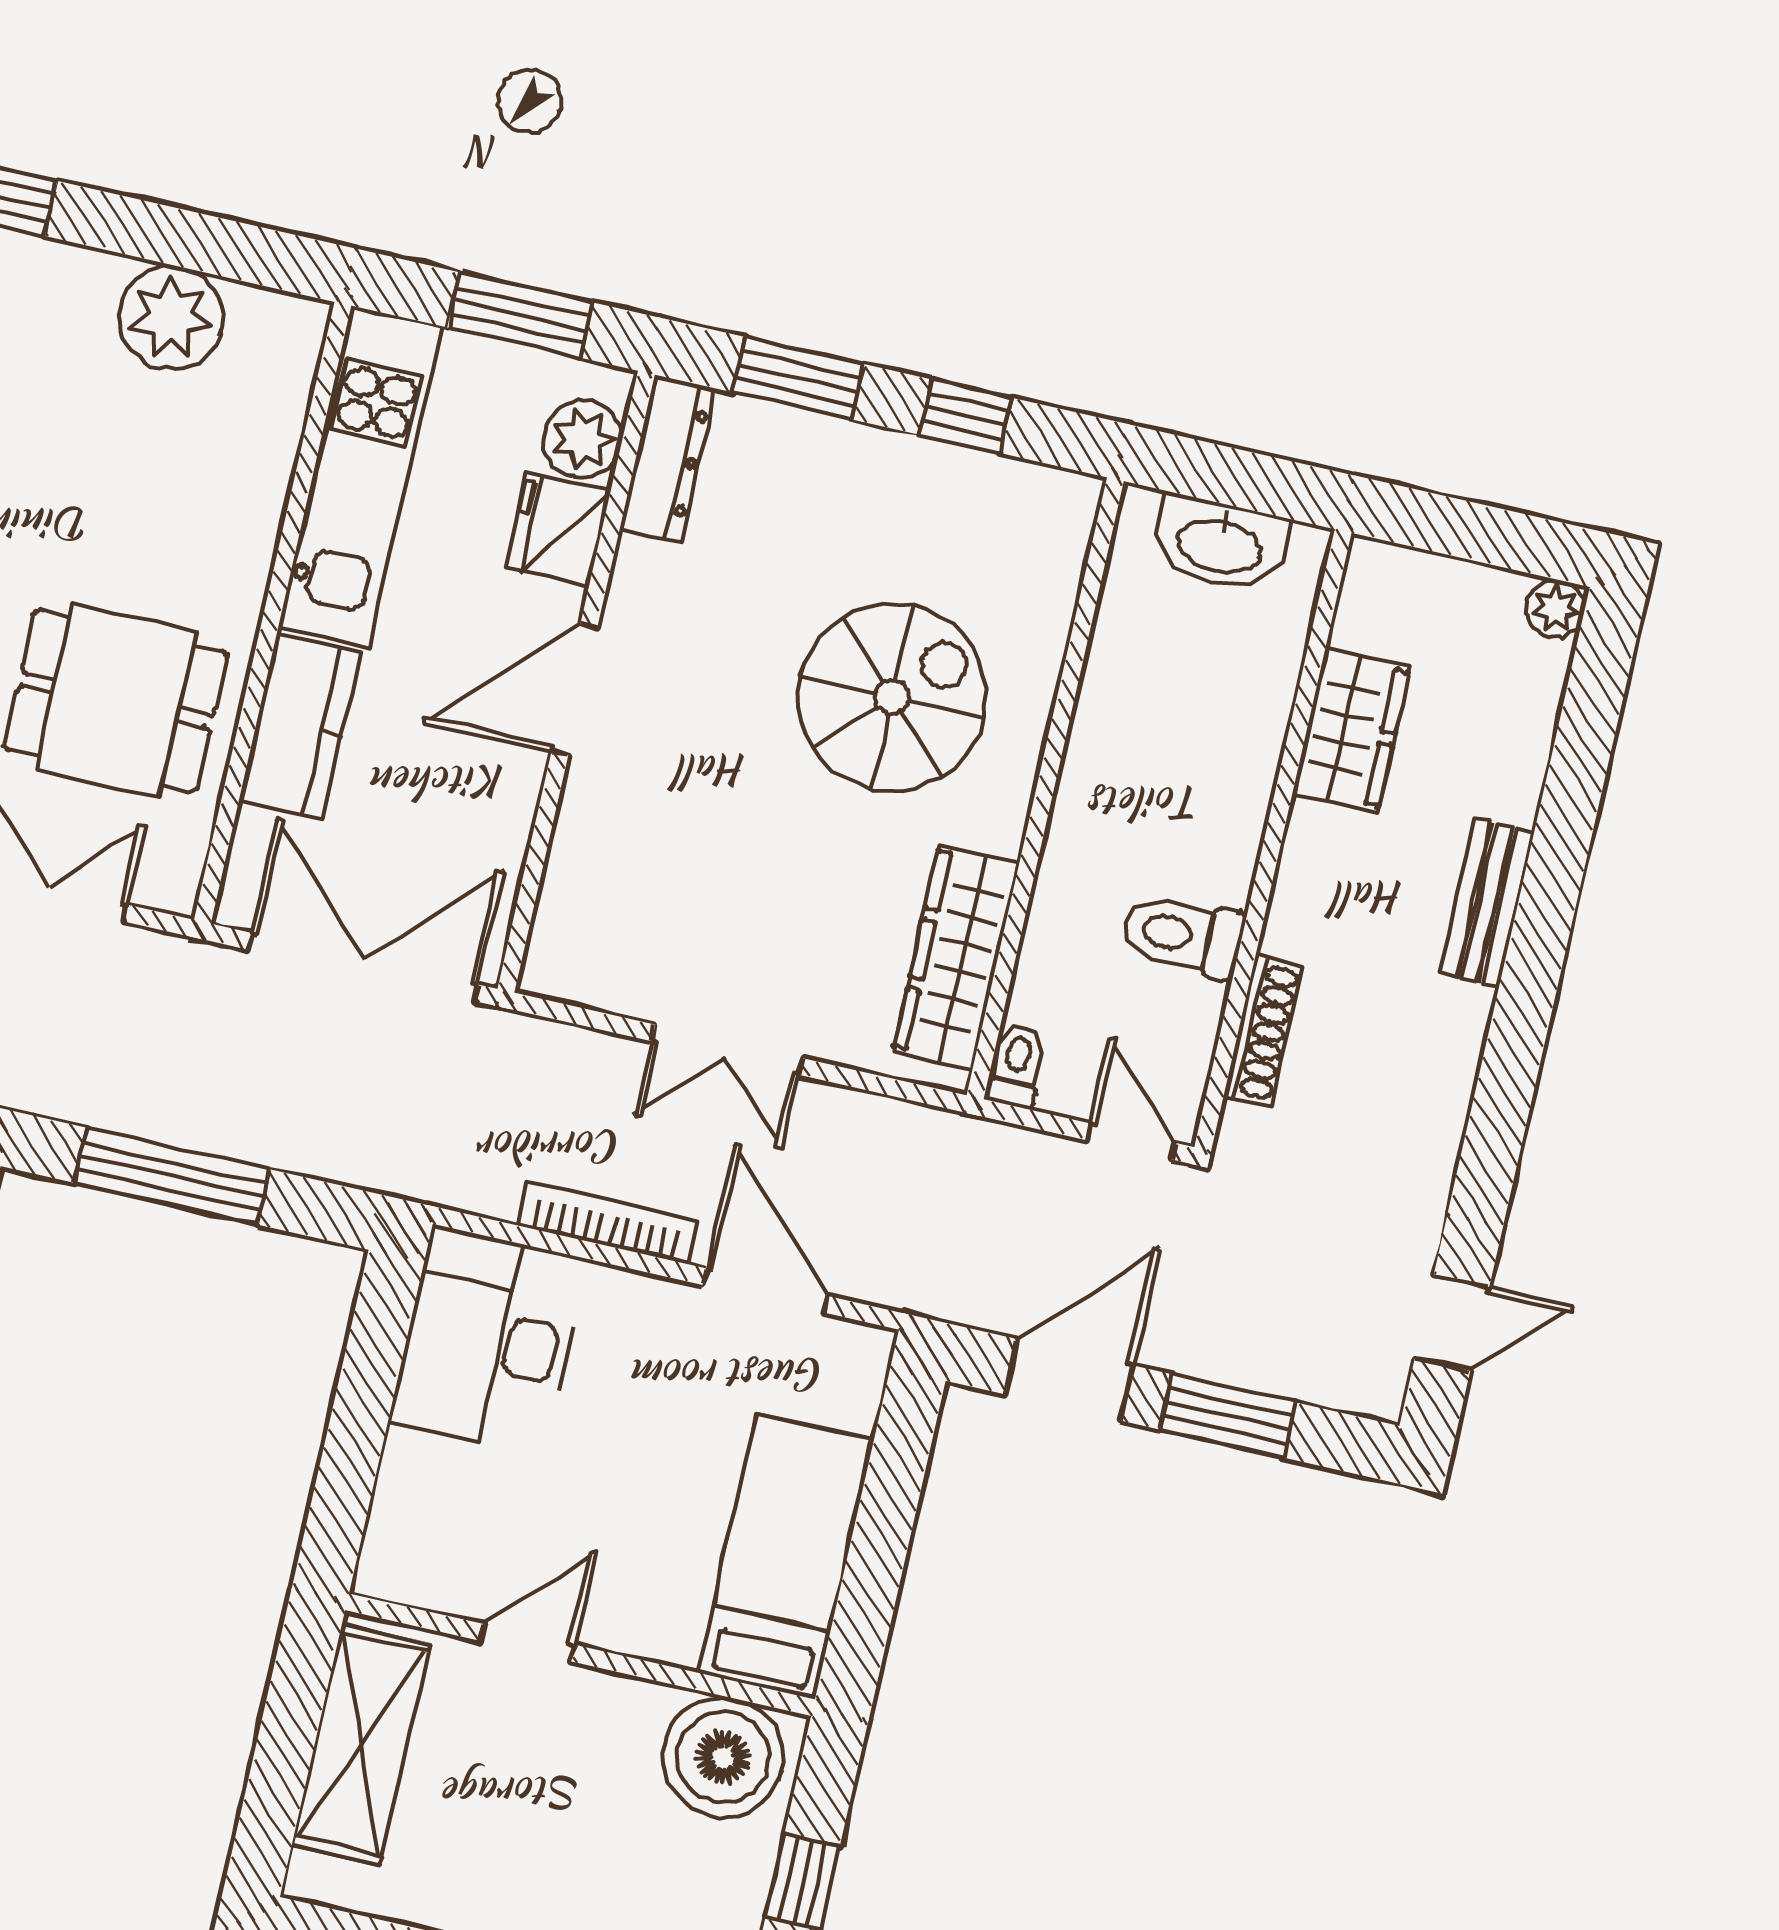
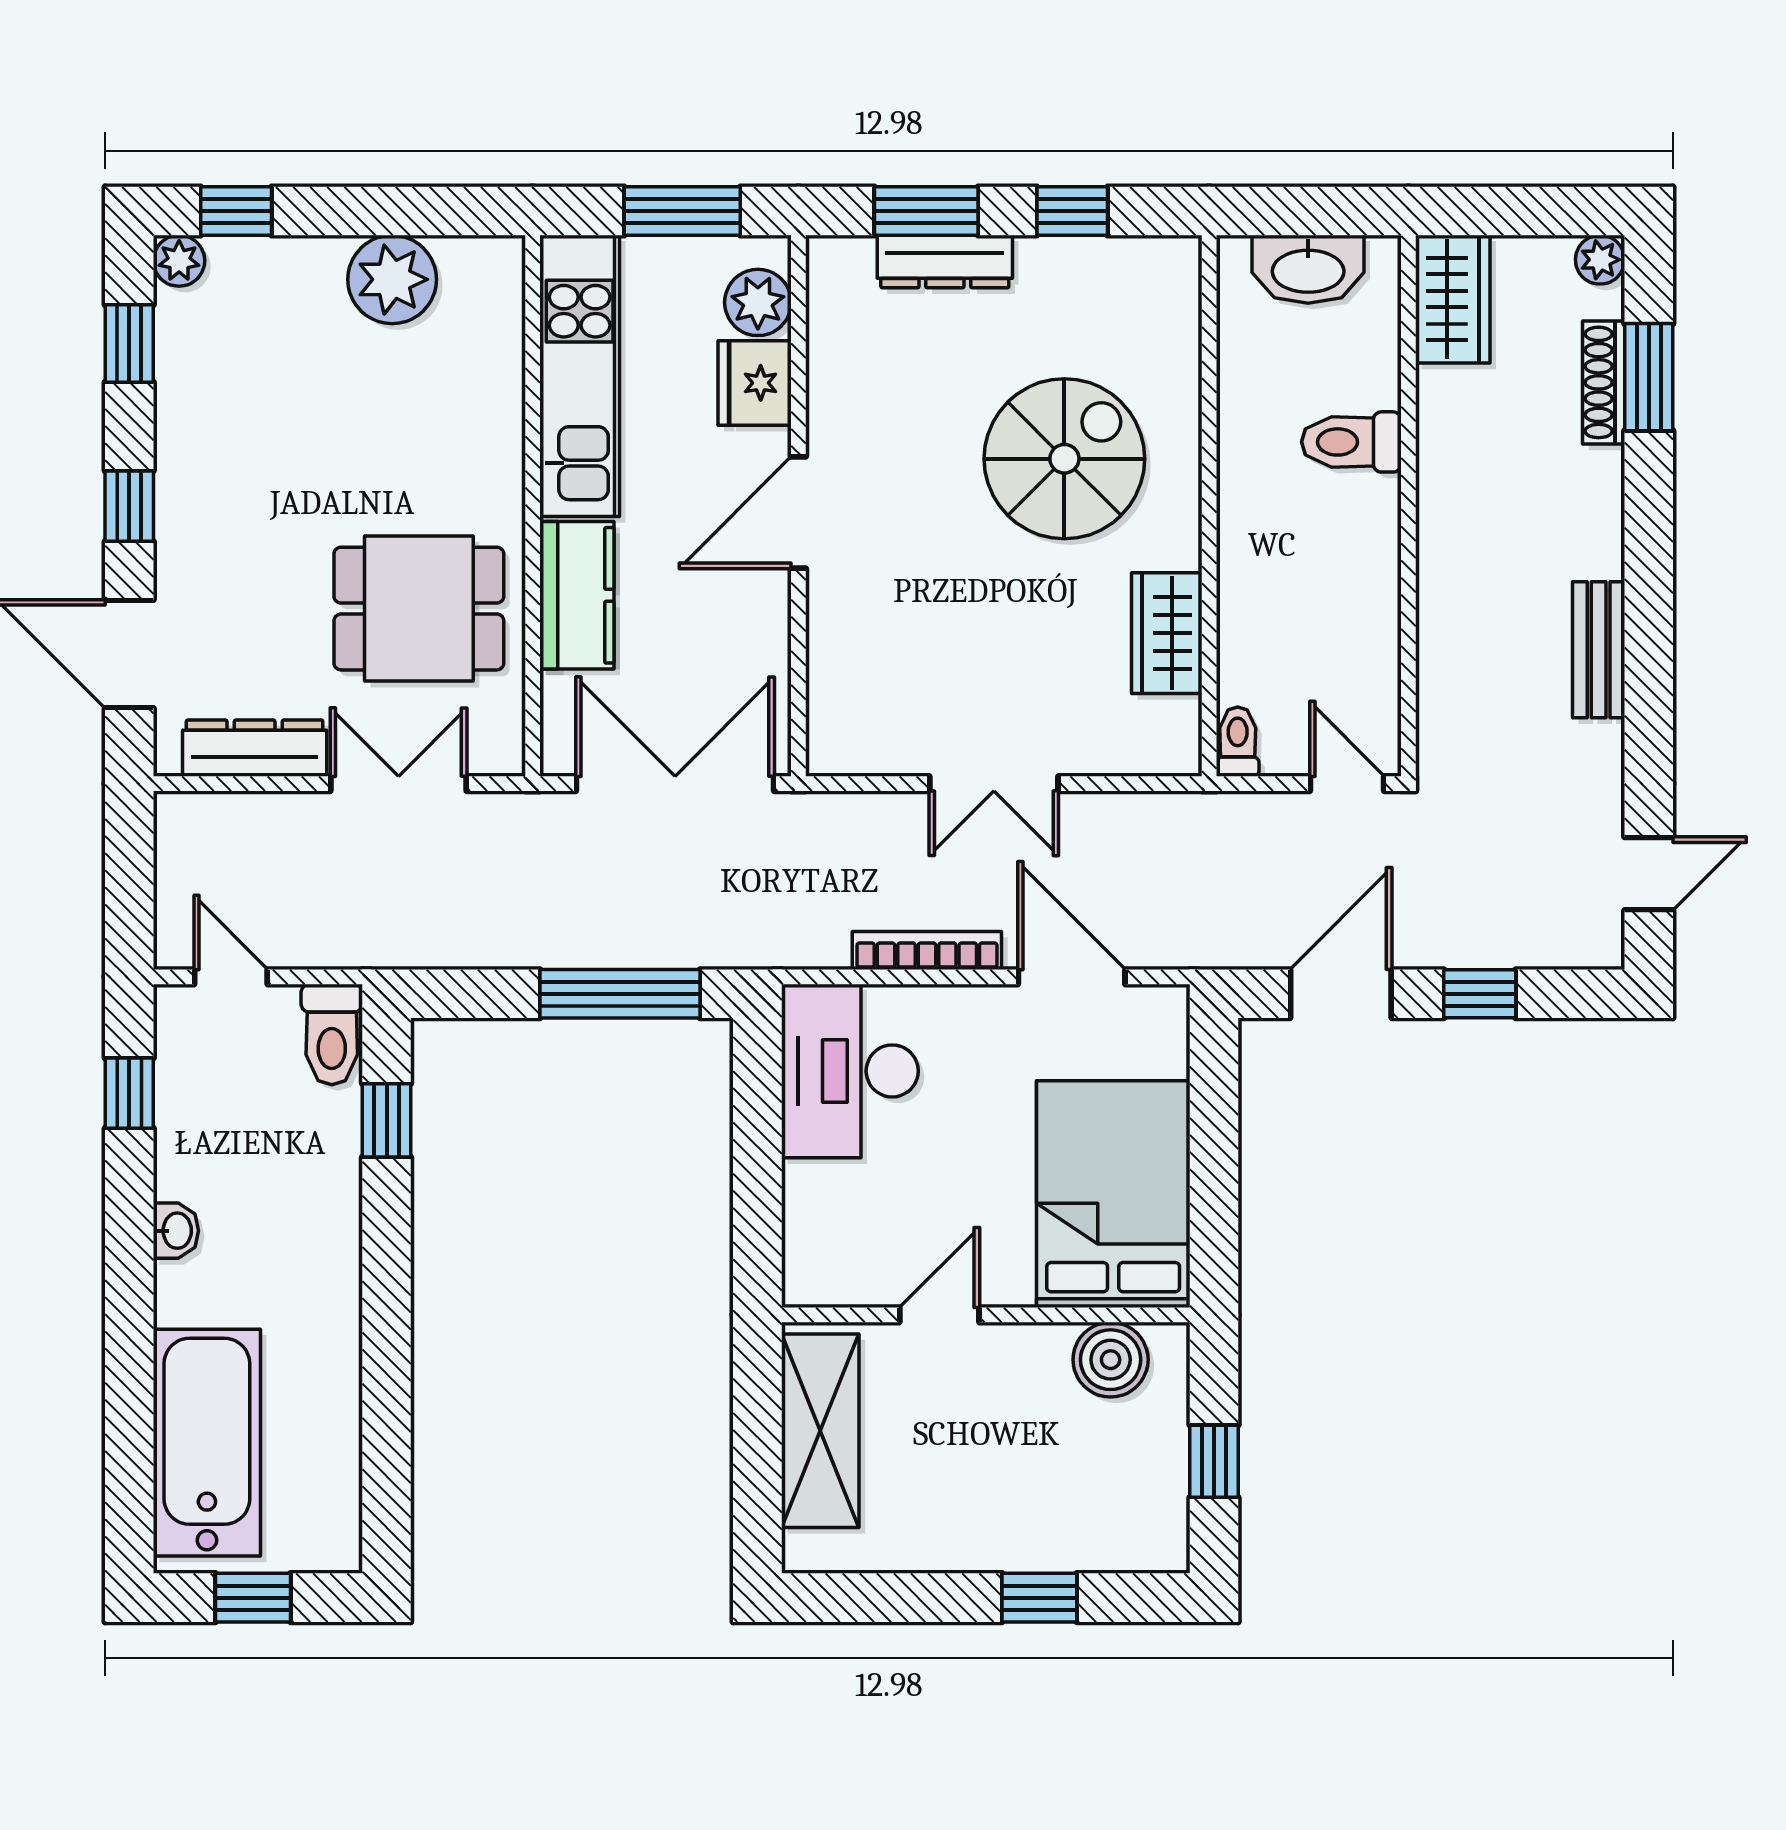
dresser: (667, 458) -> (945, 262), moved, turned 90
wardrobe: (1351, 730) -> (1453, 299), moved
window: (1581, 755) -> (1649, 377), added
bench: (1487, 902) -> (1599, 650), moved
toilet: (1183, 935) -> (1351, 442), moved
wardrobe: (956, 957) -> (1167, 633), width x0.67
shoe rack: (1263, 1031) -> (1604, 382), moved, turned 180
window: (172, 1176) -> (620, 994), moved
window: (1228, 1416) -> (1480, 994), width x0.67
bed: (786, 1556) -> (1113, 1194), width x1.50
boiler: (723, 1757) -> (1111, 1360), width x0.73, depth x0.73

